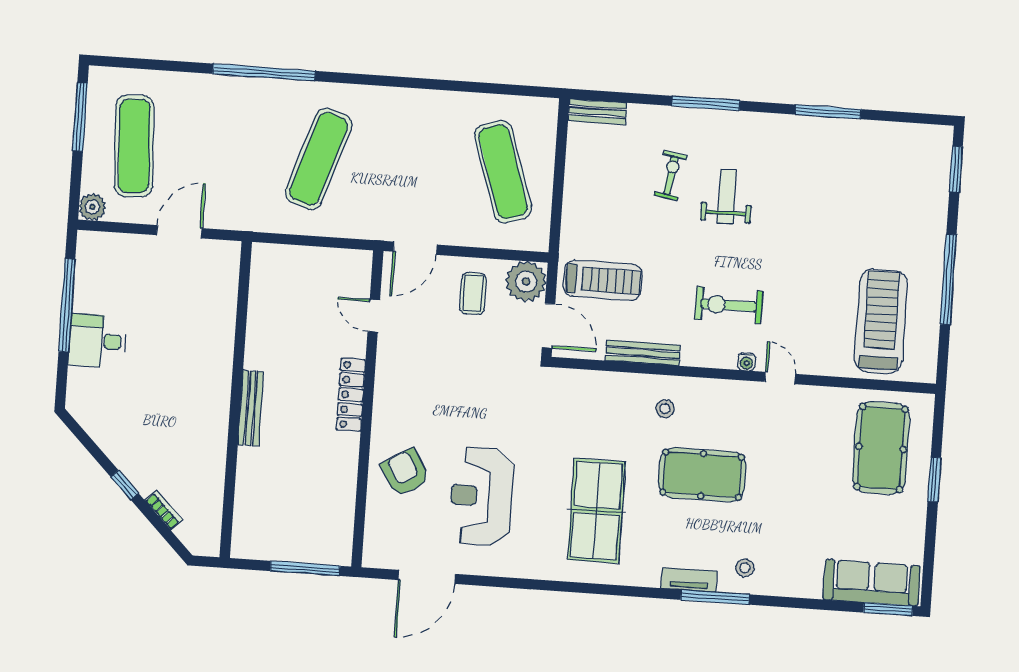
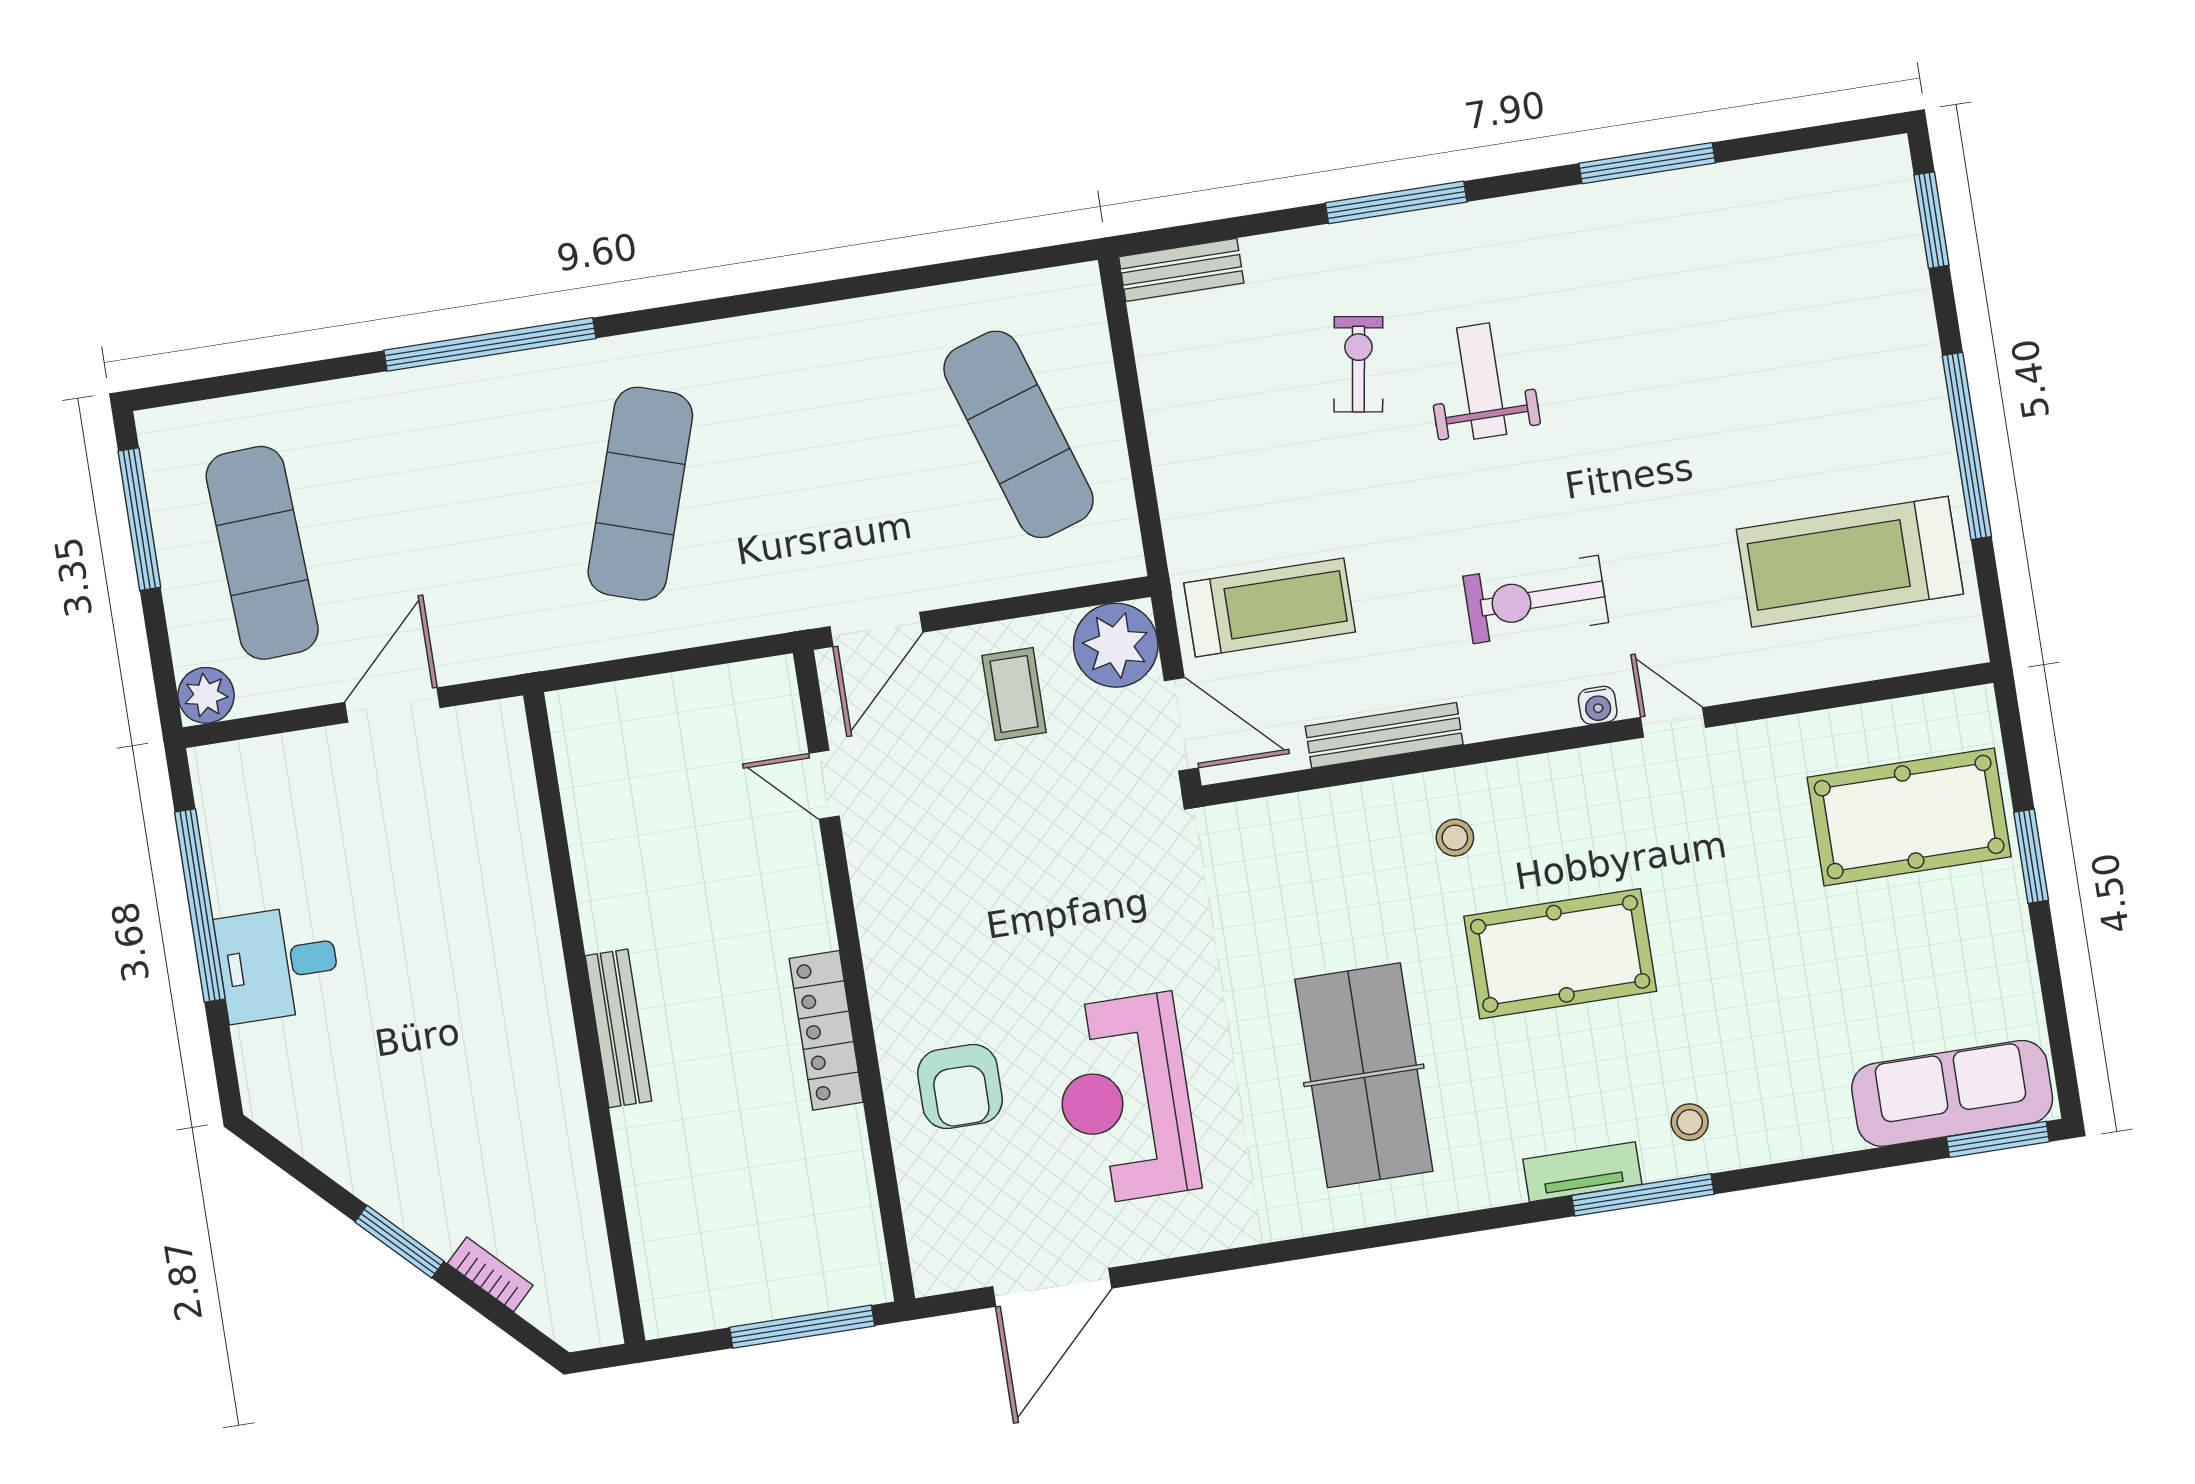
treadmill: (881, 321) -> (1850, 562), turned -90
locker: (351, 395) -> (826, 1030), moved
pool table: (881, 448) -> (1909, 817), turned 90
armchair: (405, 472) -> (960, 1087), turned -149
window: (125, 485) -> (399, 1242), width x1.50

